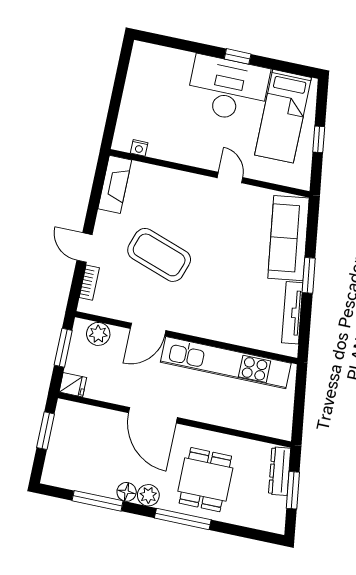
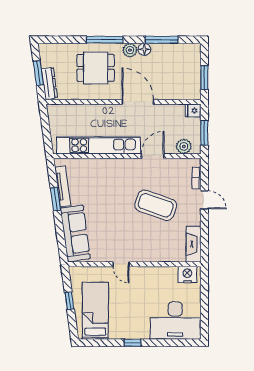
desk: (228, 89) -> (175, 321), moved
nightstand: (139, 148) -> (187, 275), width x1.89, depth x1.79
window: (309, 275) -> (56, 199), moved
dining table: (205, 480) -> (96, 68), turned 90

